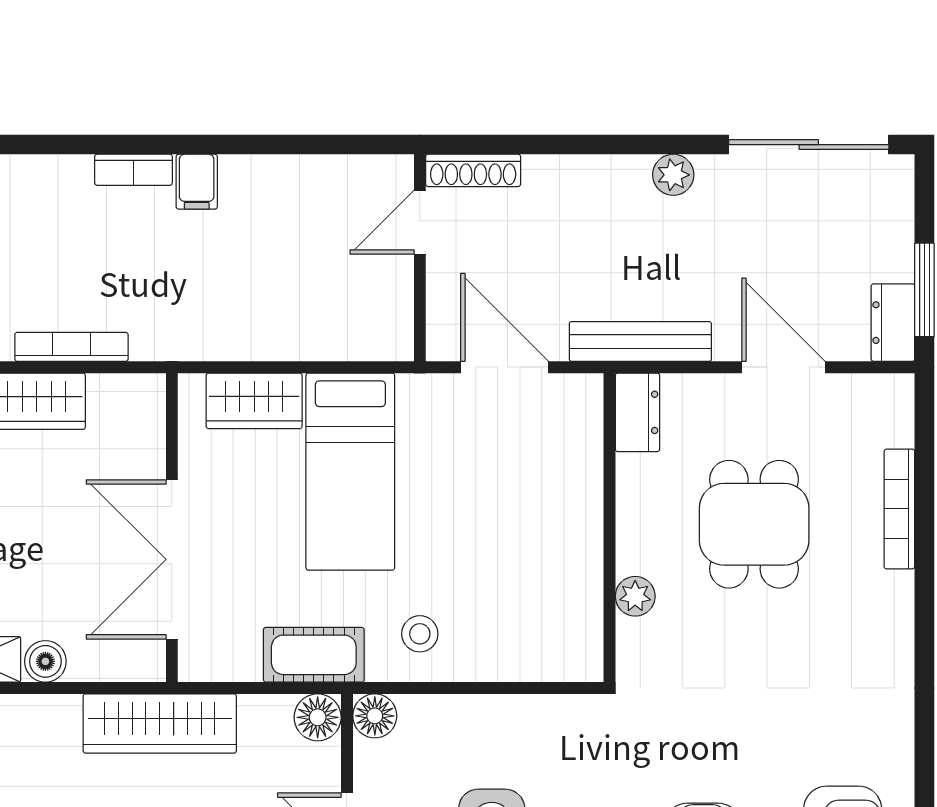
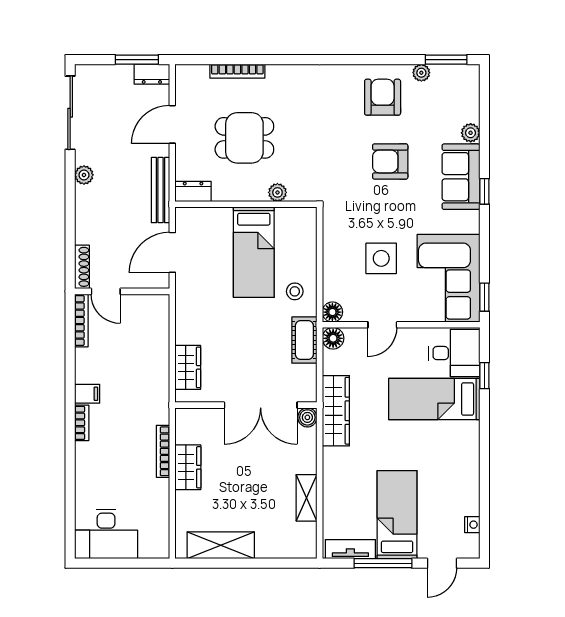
bookcase: (356, 169) -> (81, 320), added
bed: (350, 472) -> (254, 252), moved, turned 90
boiler: (45, 661) -> (307, 417), moved

